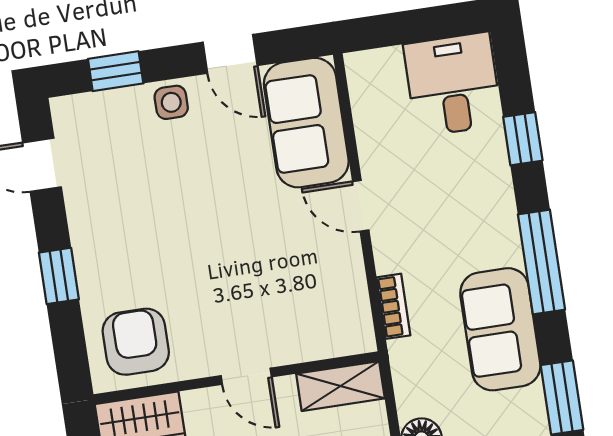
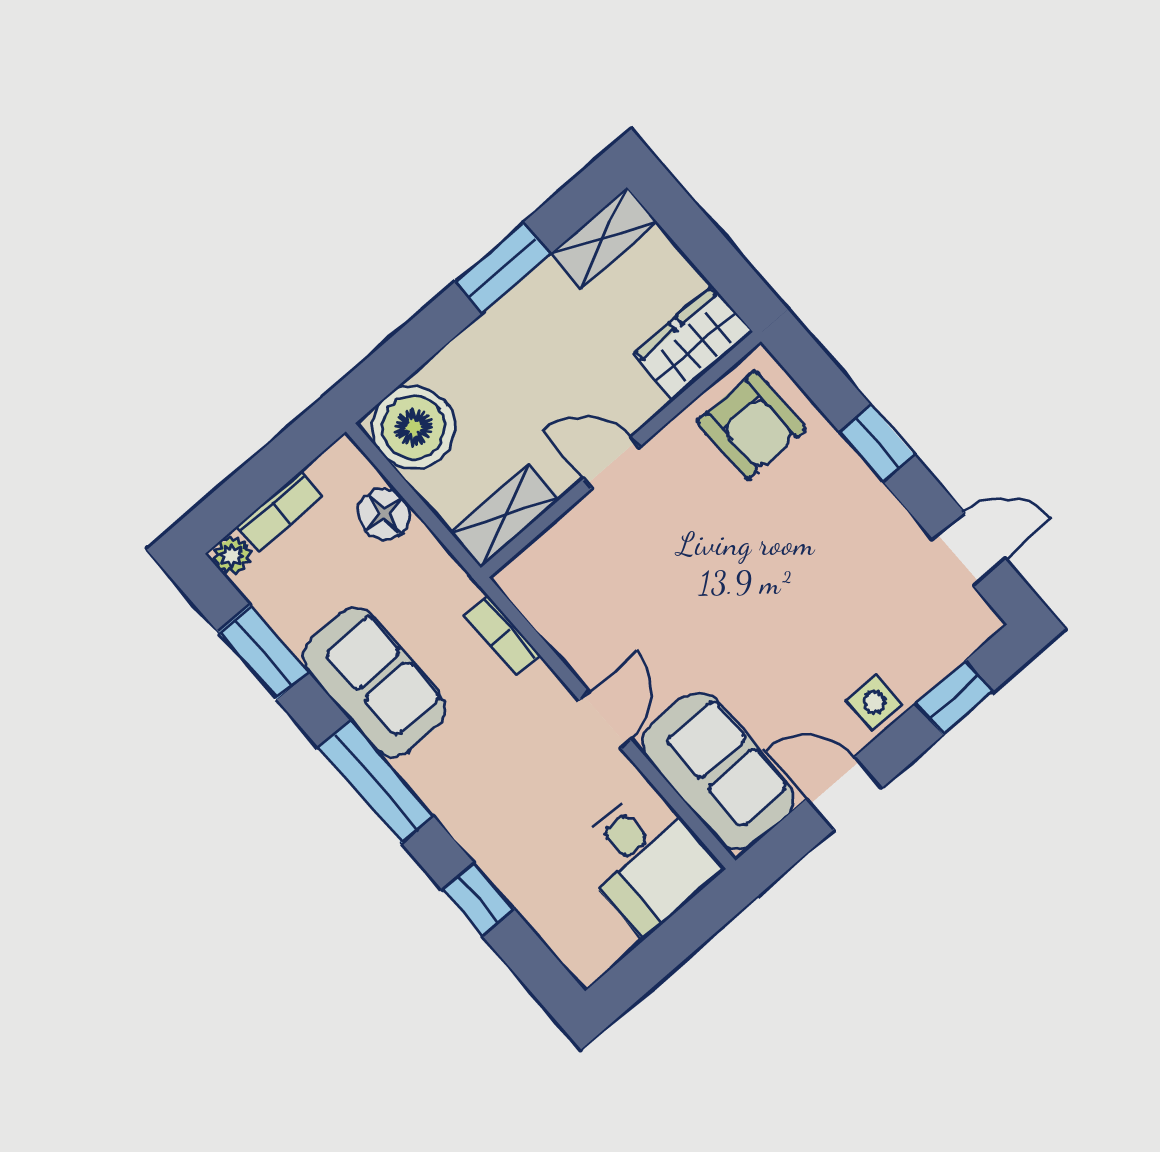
desk: (453, 84) -> (646, 860), moved
door: (361, 206) -> (605, 720), hinge flipped

